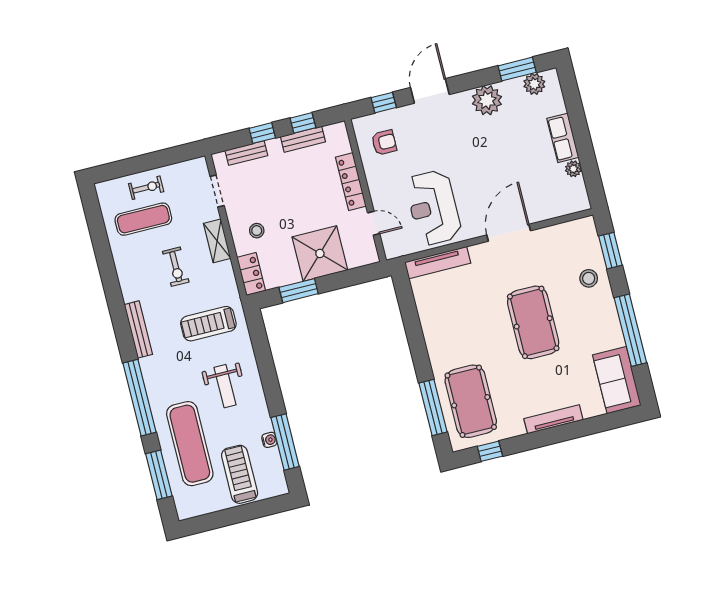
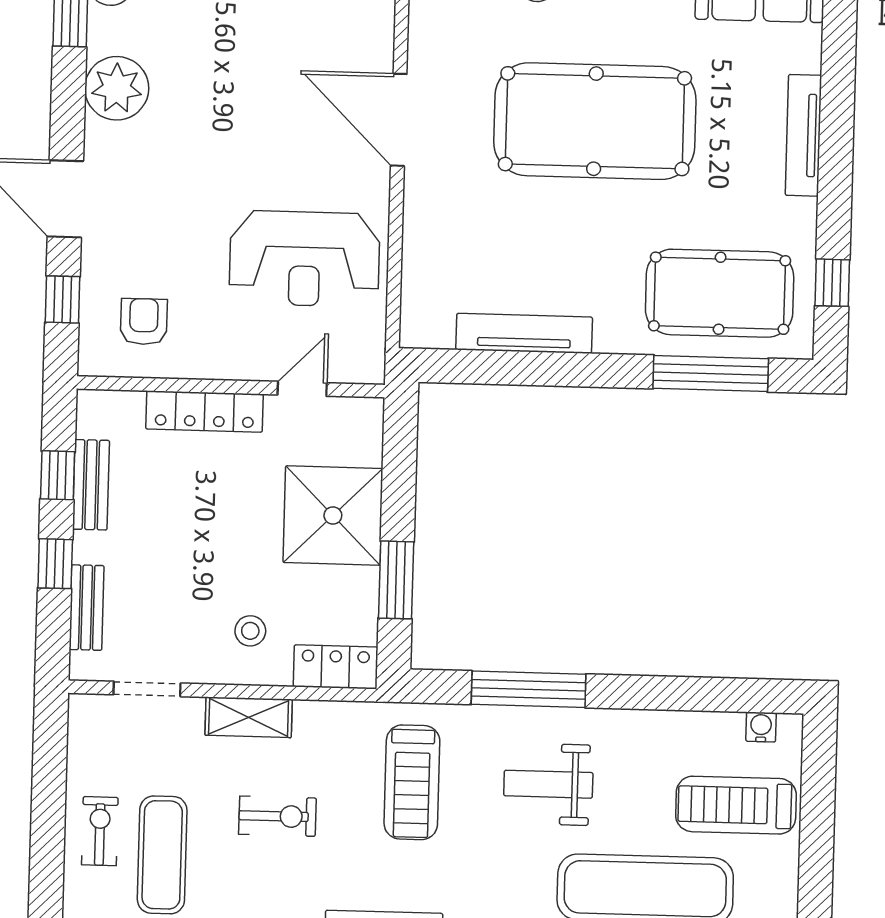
tv unit: (438, 263) -> (524, 333), moved, turned -90
pool table: (533, 322) -> (595, 121), width x1.36, depth x1.32
weight bench: (225, 386) -> (548, 784), turned 180
water cooler: (269, 440) -> (761, 727), moved
window: (285, 442) -> (529, 689), moved

